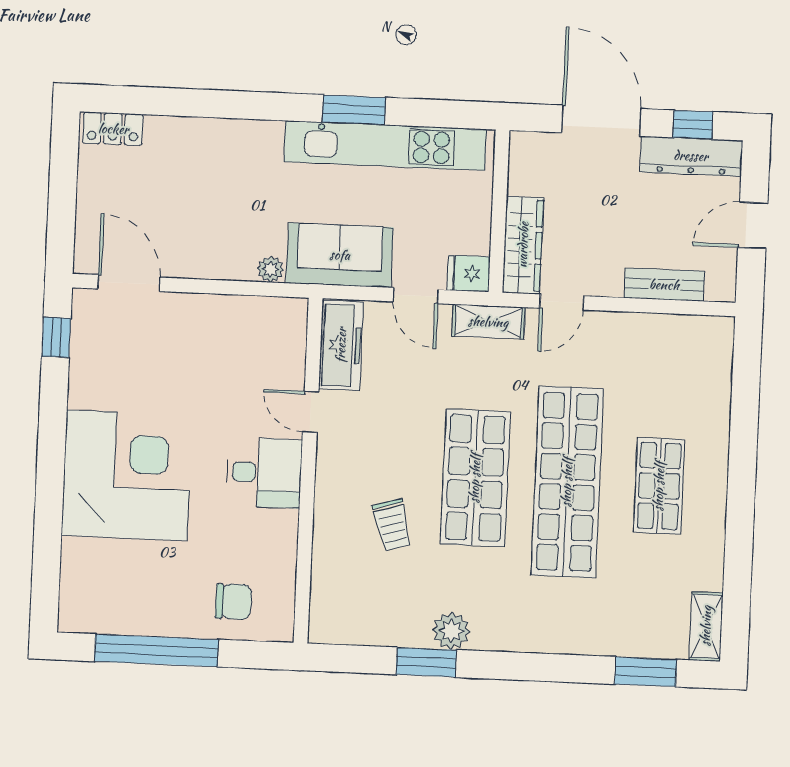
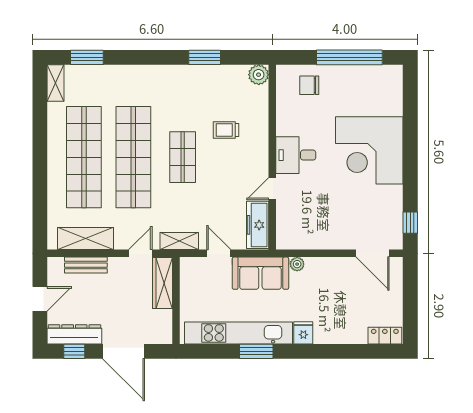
fridge: (469, 274) -> (303, 333), moved, turned -90
shelving: (663, 334) -> (86, 239), added
door: (311, 412) -> (272, 189), swing flipped
shop shelf: (475, 478) -> (183, 157), width x0.70, depth x0.74
shop shelf: (659, 486) -> (84, 157), width x2.00, depth x1.36
trolley: (392, 525) -> (226, 130), turned -74
plant: (451, 631) -> (259, 75), moved

